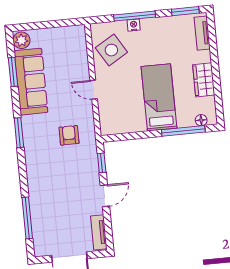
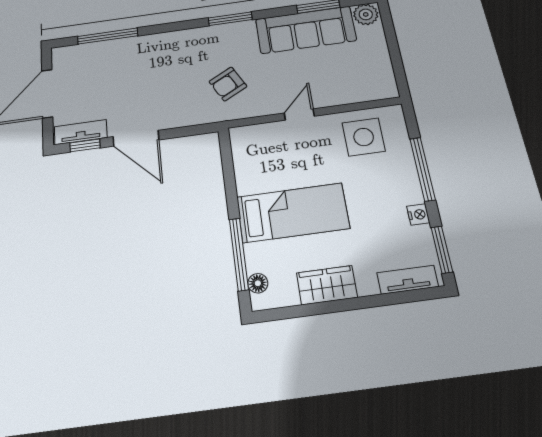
nightstand: (134, 25) -> (418, 215), moved
side table: (111, 50) -> (364, 137), turned 31
armchair: (69, 135) -> (228, 84), turned 152
window: (102, 163) -> (85, 145), moved
door: (105, 196) -> (136, 138), width x1.38

